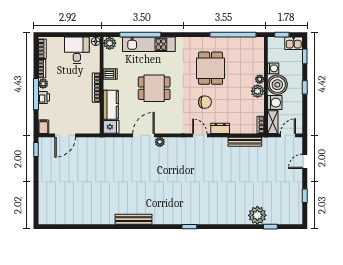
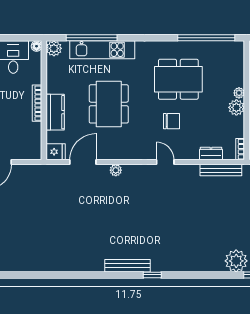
dining table: (211, 68) -> (178, 79), width x1.38
dishwasher: (110, 74) -> (54, 86), removed
dining table: (154, 88) -> (109, 104), width x1.38
kitchen counter: (111, 105) -> (55, 112), moved
dresser: (220, 128) -> (211, 153), moved
door: (144, 135) -> (83, 162), moved
bench: (133, 219) -> (127, 266), moved

